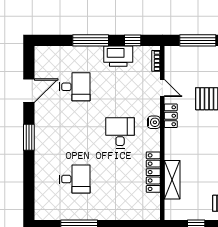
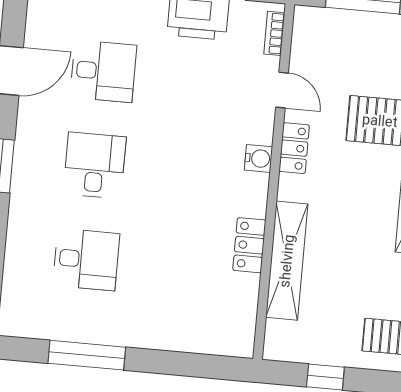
desk: (120, 133) -> (95, 165), moved
locker: (153, 172) -> (249, 245), width x0.66
shelving: (172, 180) -> (287, 261), width x1.47

